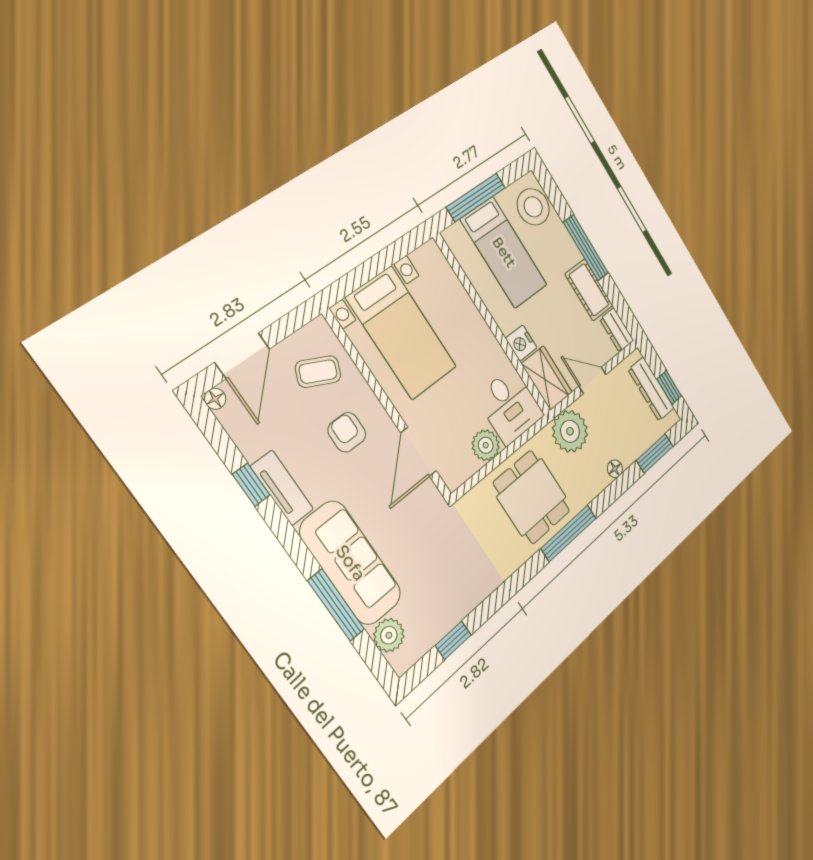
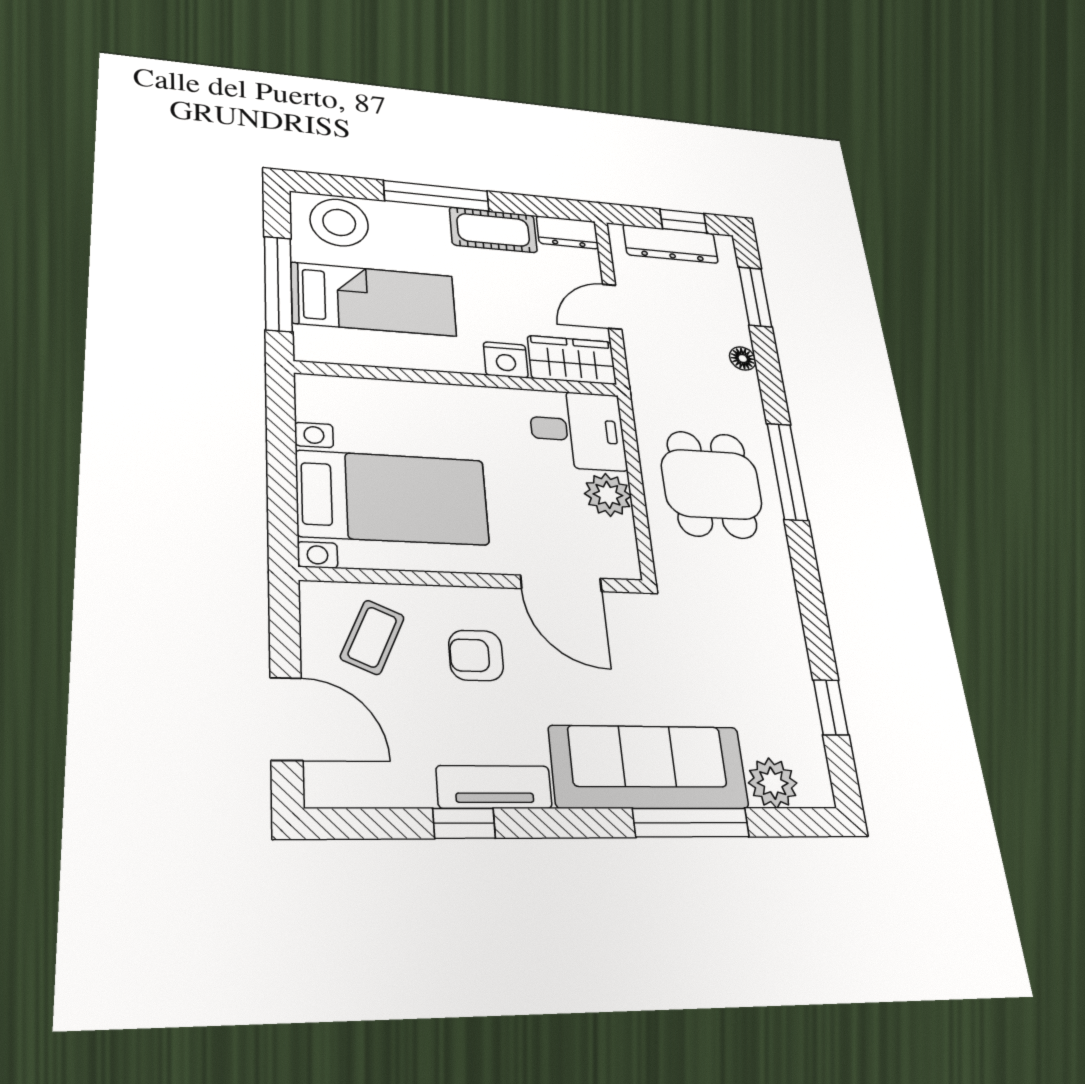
floor lamp: (215, 399) -> (320, 792), removed
plant: (570, 431) -> (659, 380), removed
dining table: (532, 497) -> (712, 484), turned 90

